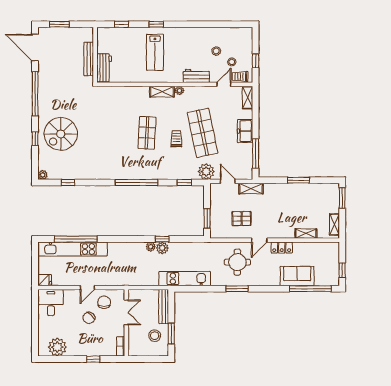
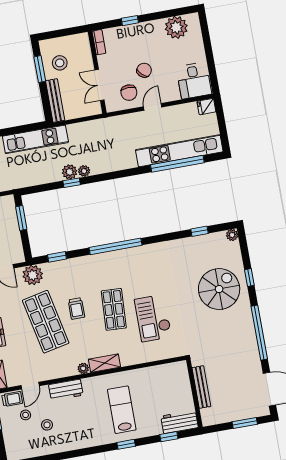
workbench: (104, 68) -> (179, 422), moved, turned 90
checkout: (117, 120) -> (153, 318), added

